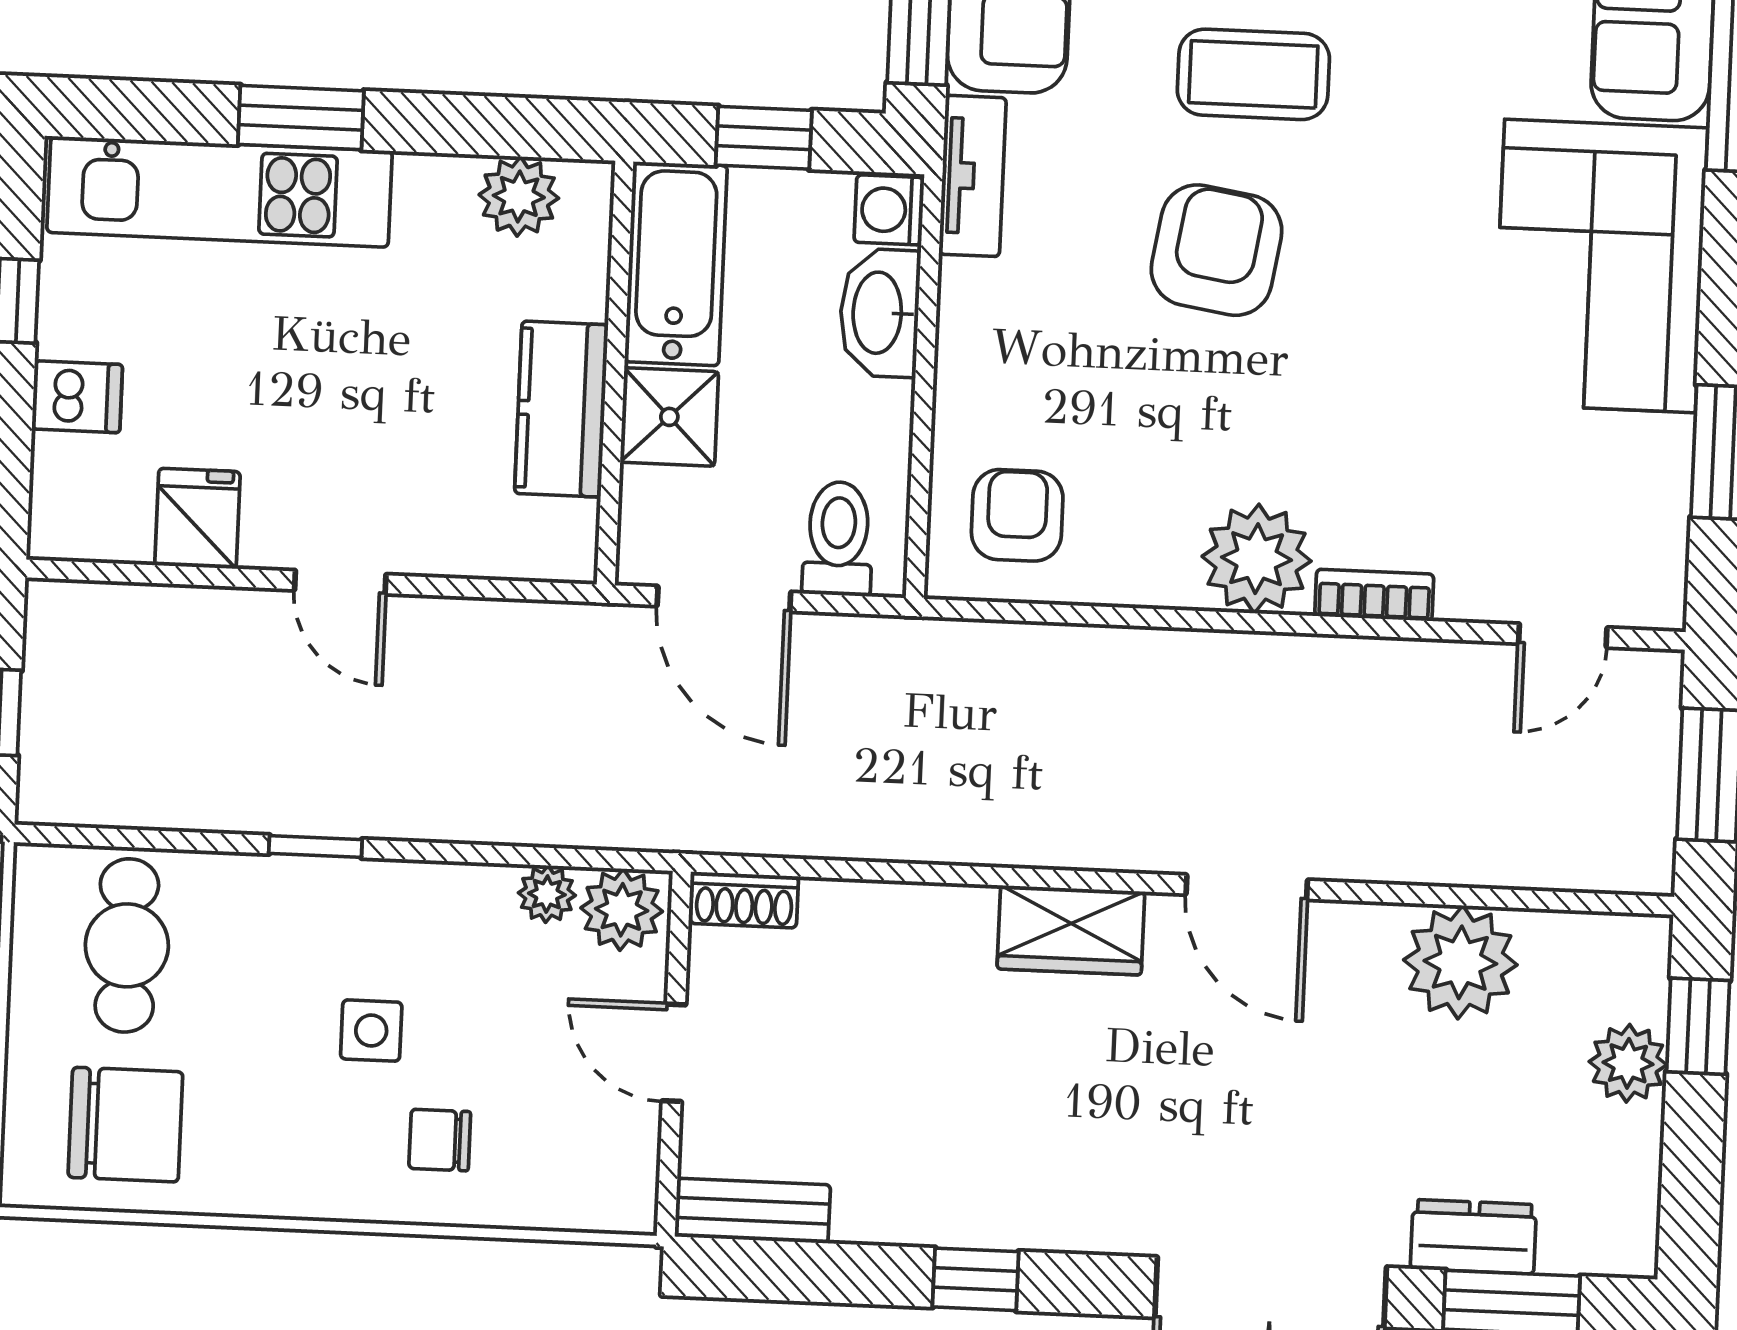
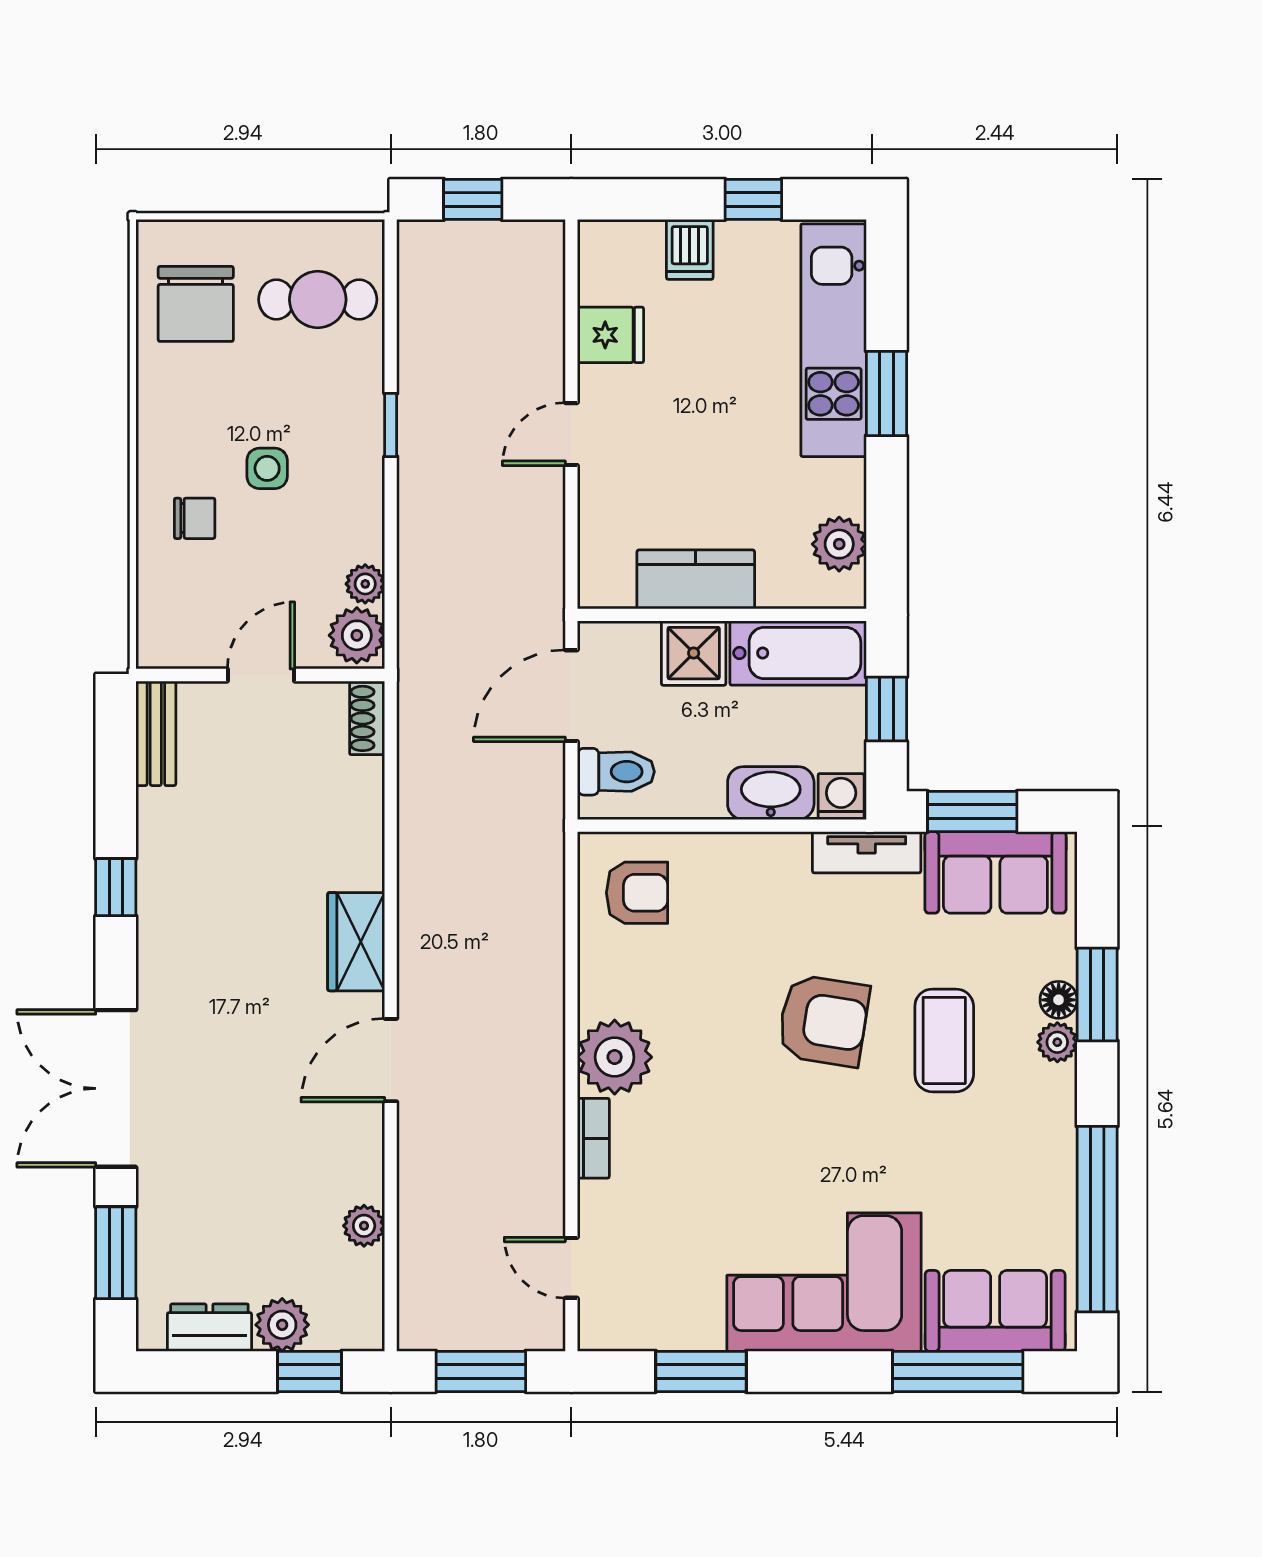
plant: (1460, 962) -> (364, 1226), width x0.53, depth x0.53
chair: (440, 1140) -> (195, 518), turned 90
dresser: (1473, 1237) -> (209, 1328), moved, turned -90

